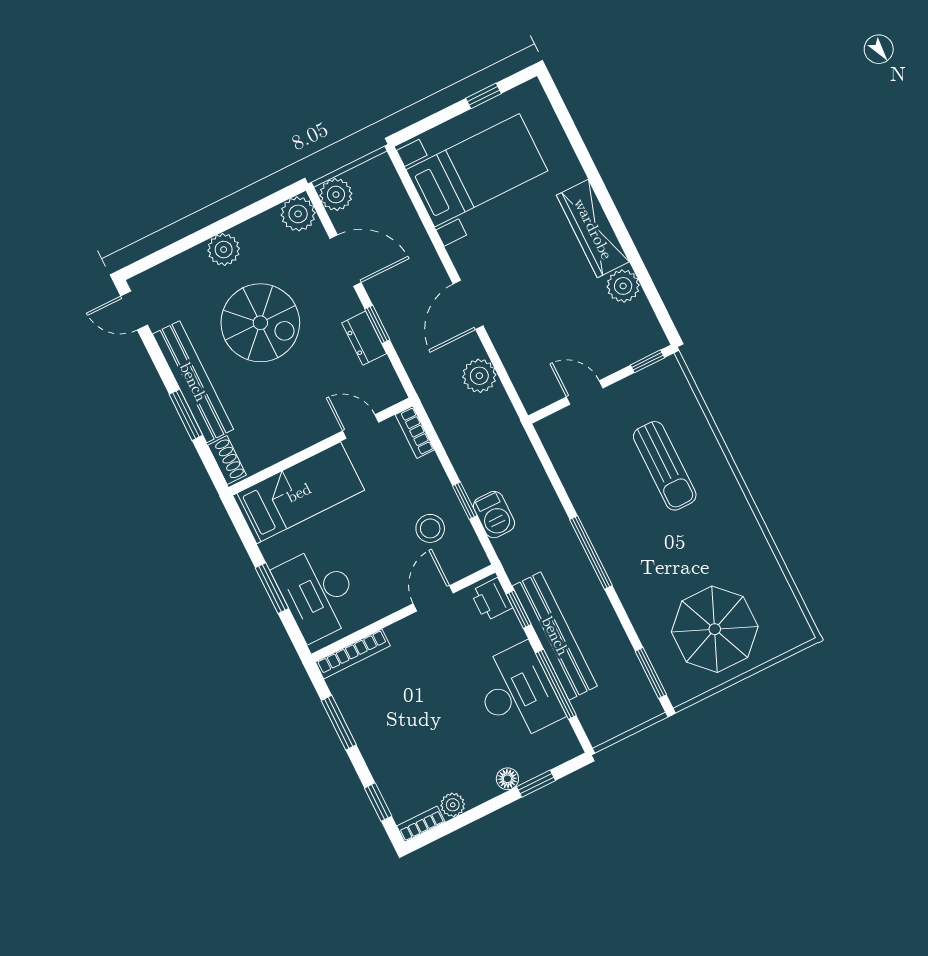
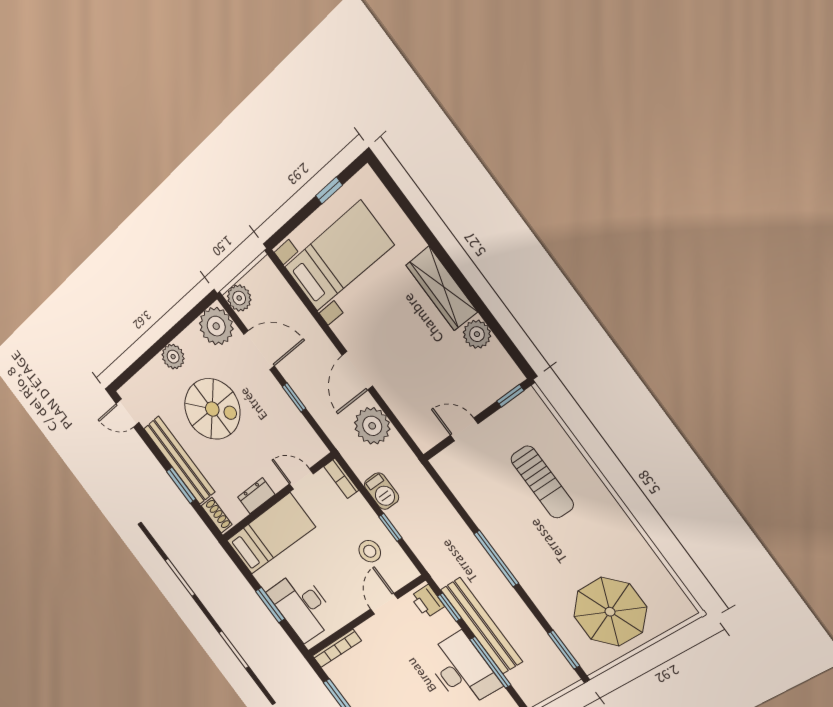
plant: (298, 214) -> (216, 326), width x1.36, depth x1.36
dresser: (364, 338) -> (256, 496), moved, turned 90
plant: (479, 376) -> (372, 426), width x1.36, depth x1.36
barbecue: (494, 515) -> (382, 491), moved

